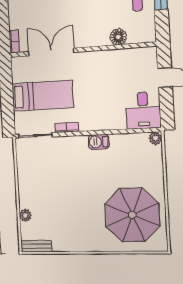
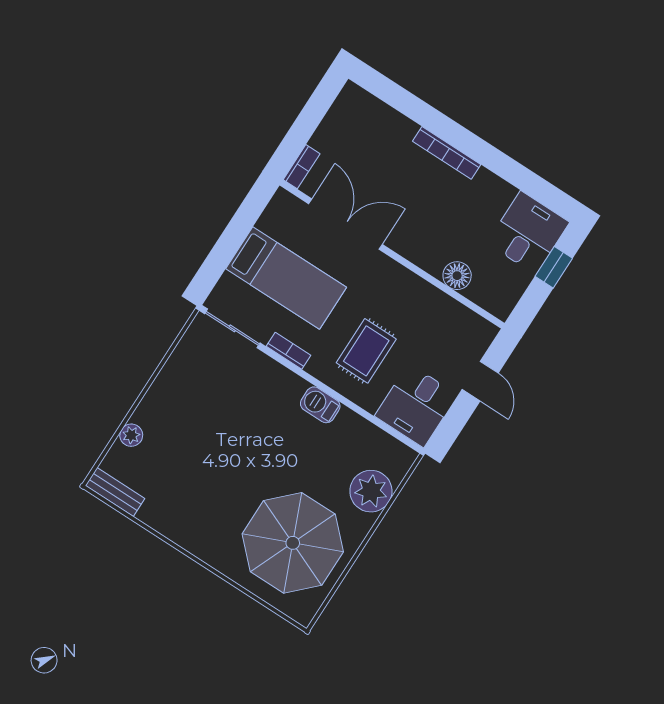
rug: (102, 102) -> (366, 351), added
plant: (155, 138) -> (371, 491), moved, width x1.88, depth x1.88

